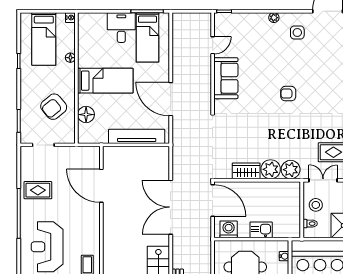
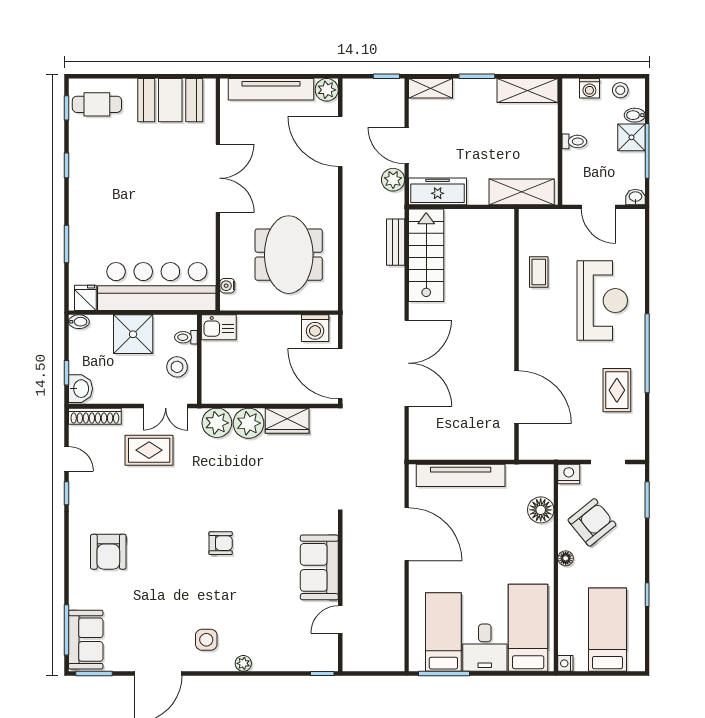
floor lamp: (70, 58) -> (566, 558), moved
bed: (105, 81) -> (528, 628), moved, turned 90
nightstand: (68, 137) -> (569, 474), added
rug: (38, 190) -> (617, 390), turned 90
kitchen sink: (261, 230) -> (219, 327), moved

